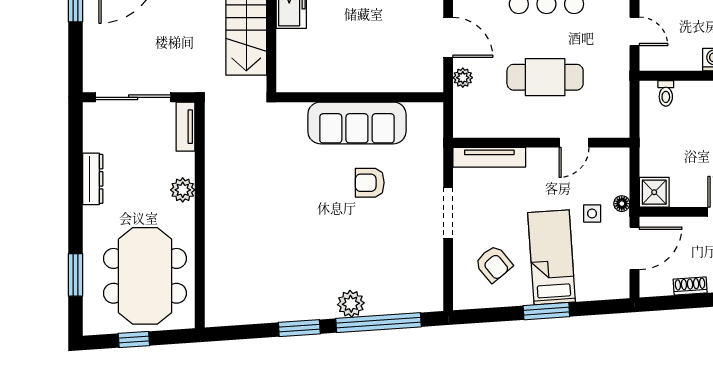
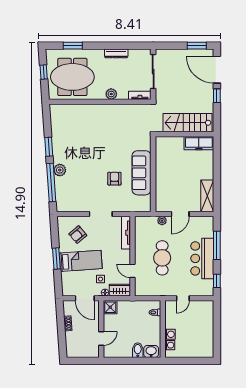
wardrobe: (616, 171) -> (120, 290), added

